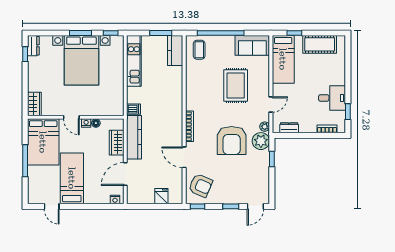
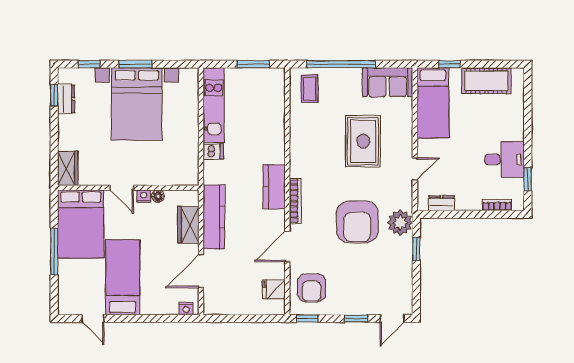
window: (111, 33) -> (89, 64), moved
dresser: (33, 46) -> (66, 99), moved
kitchen counter: (175, 51) -> (274, 187), moved
dishwasher: (134, 109) -> (213, 151), moved
plant: (265, 127) -> (406, 201), removed
door: (184, 157) -> (287, 247), hinge flipped
armchair: (201, 185) -> (312, 288), turned 67
fridge: (161, 196) -> (274, 289), moved, turned -90

